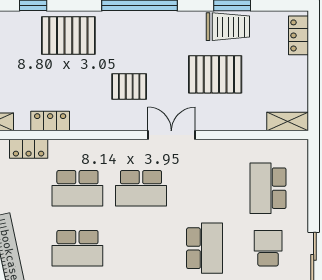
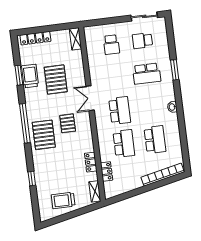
pallet: (68, 35) -> (44, 135), moved
locker: (298, 35) -> (35, 38), width x1.53
school desk: (268, 188) -> (111, 45), width x0.54
school desk: (205, 248) -> (147, 74), turned 180

